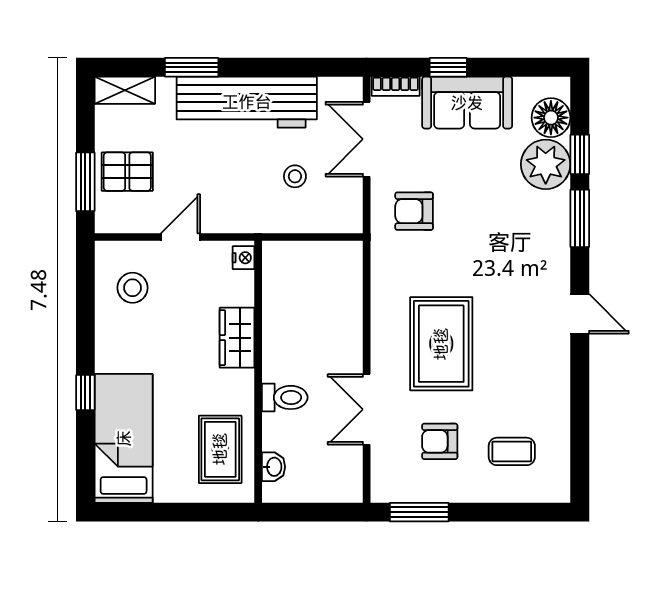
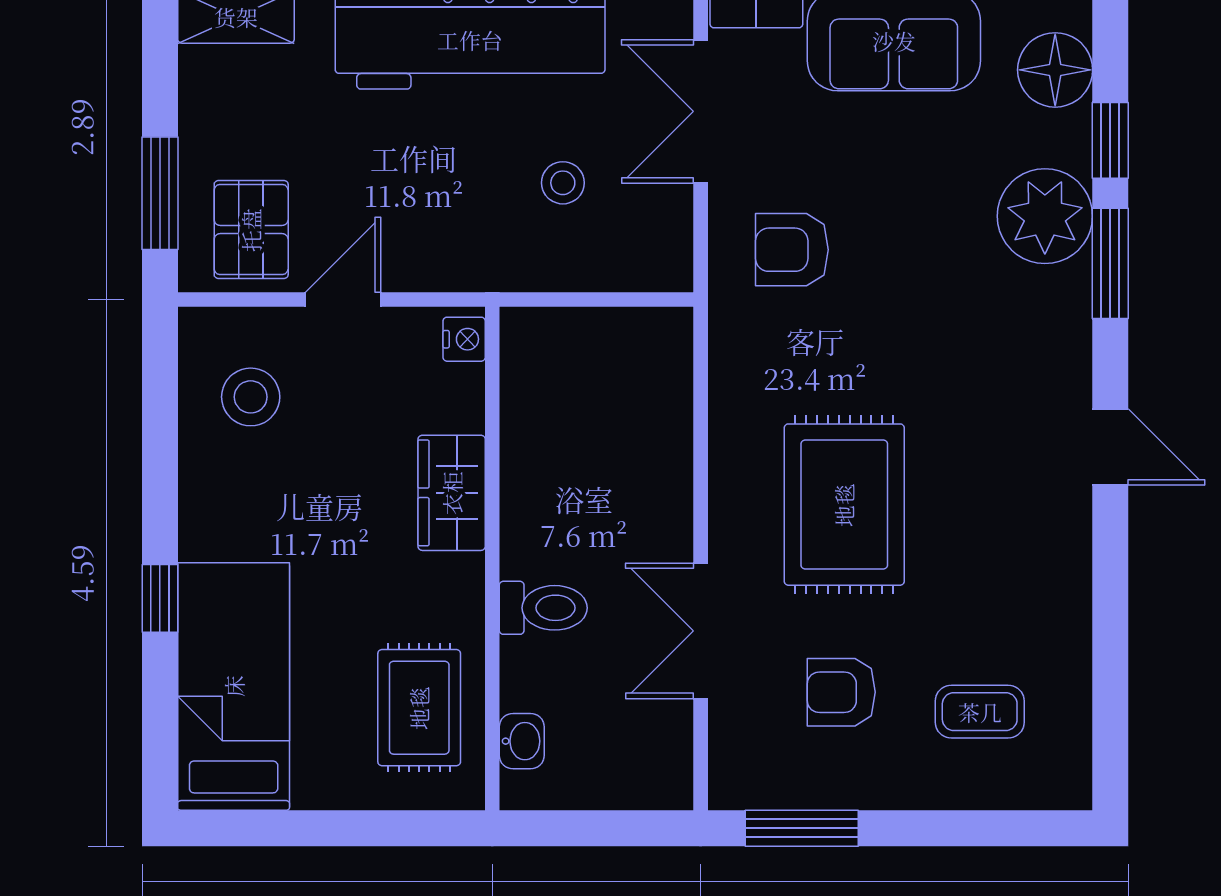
plant: (546, 164) -> (1045, 216), moved
pallet: (127, 172) -> (251, 230), moved, turned 90

